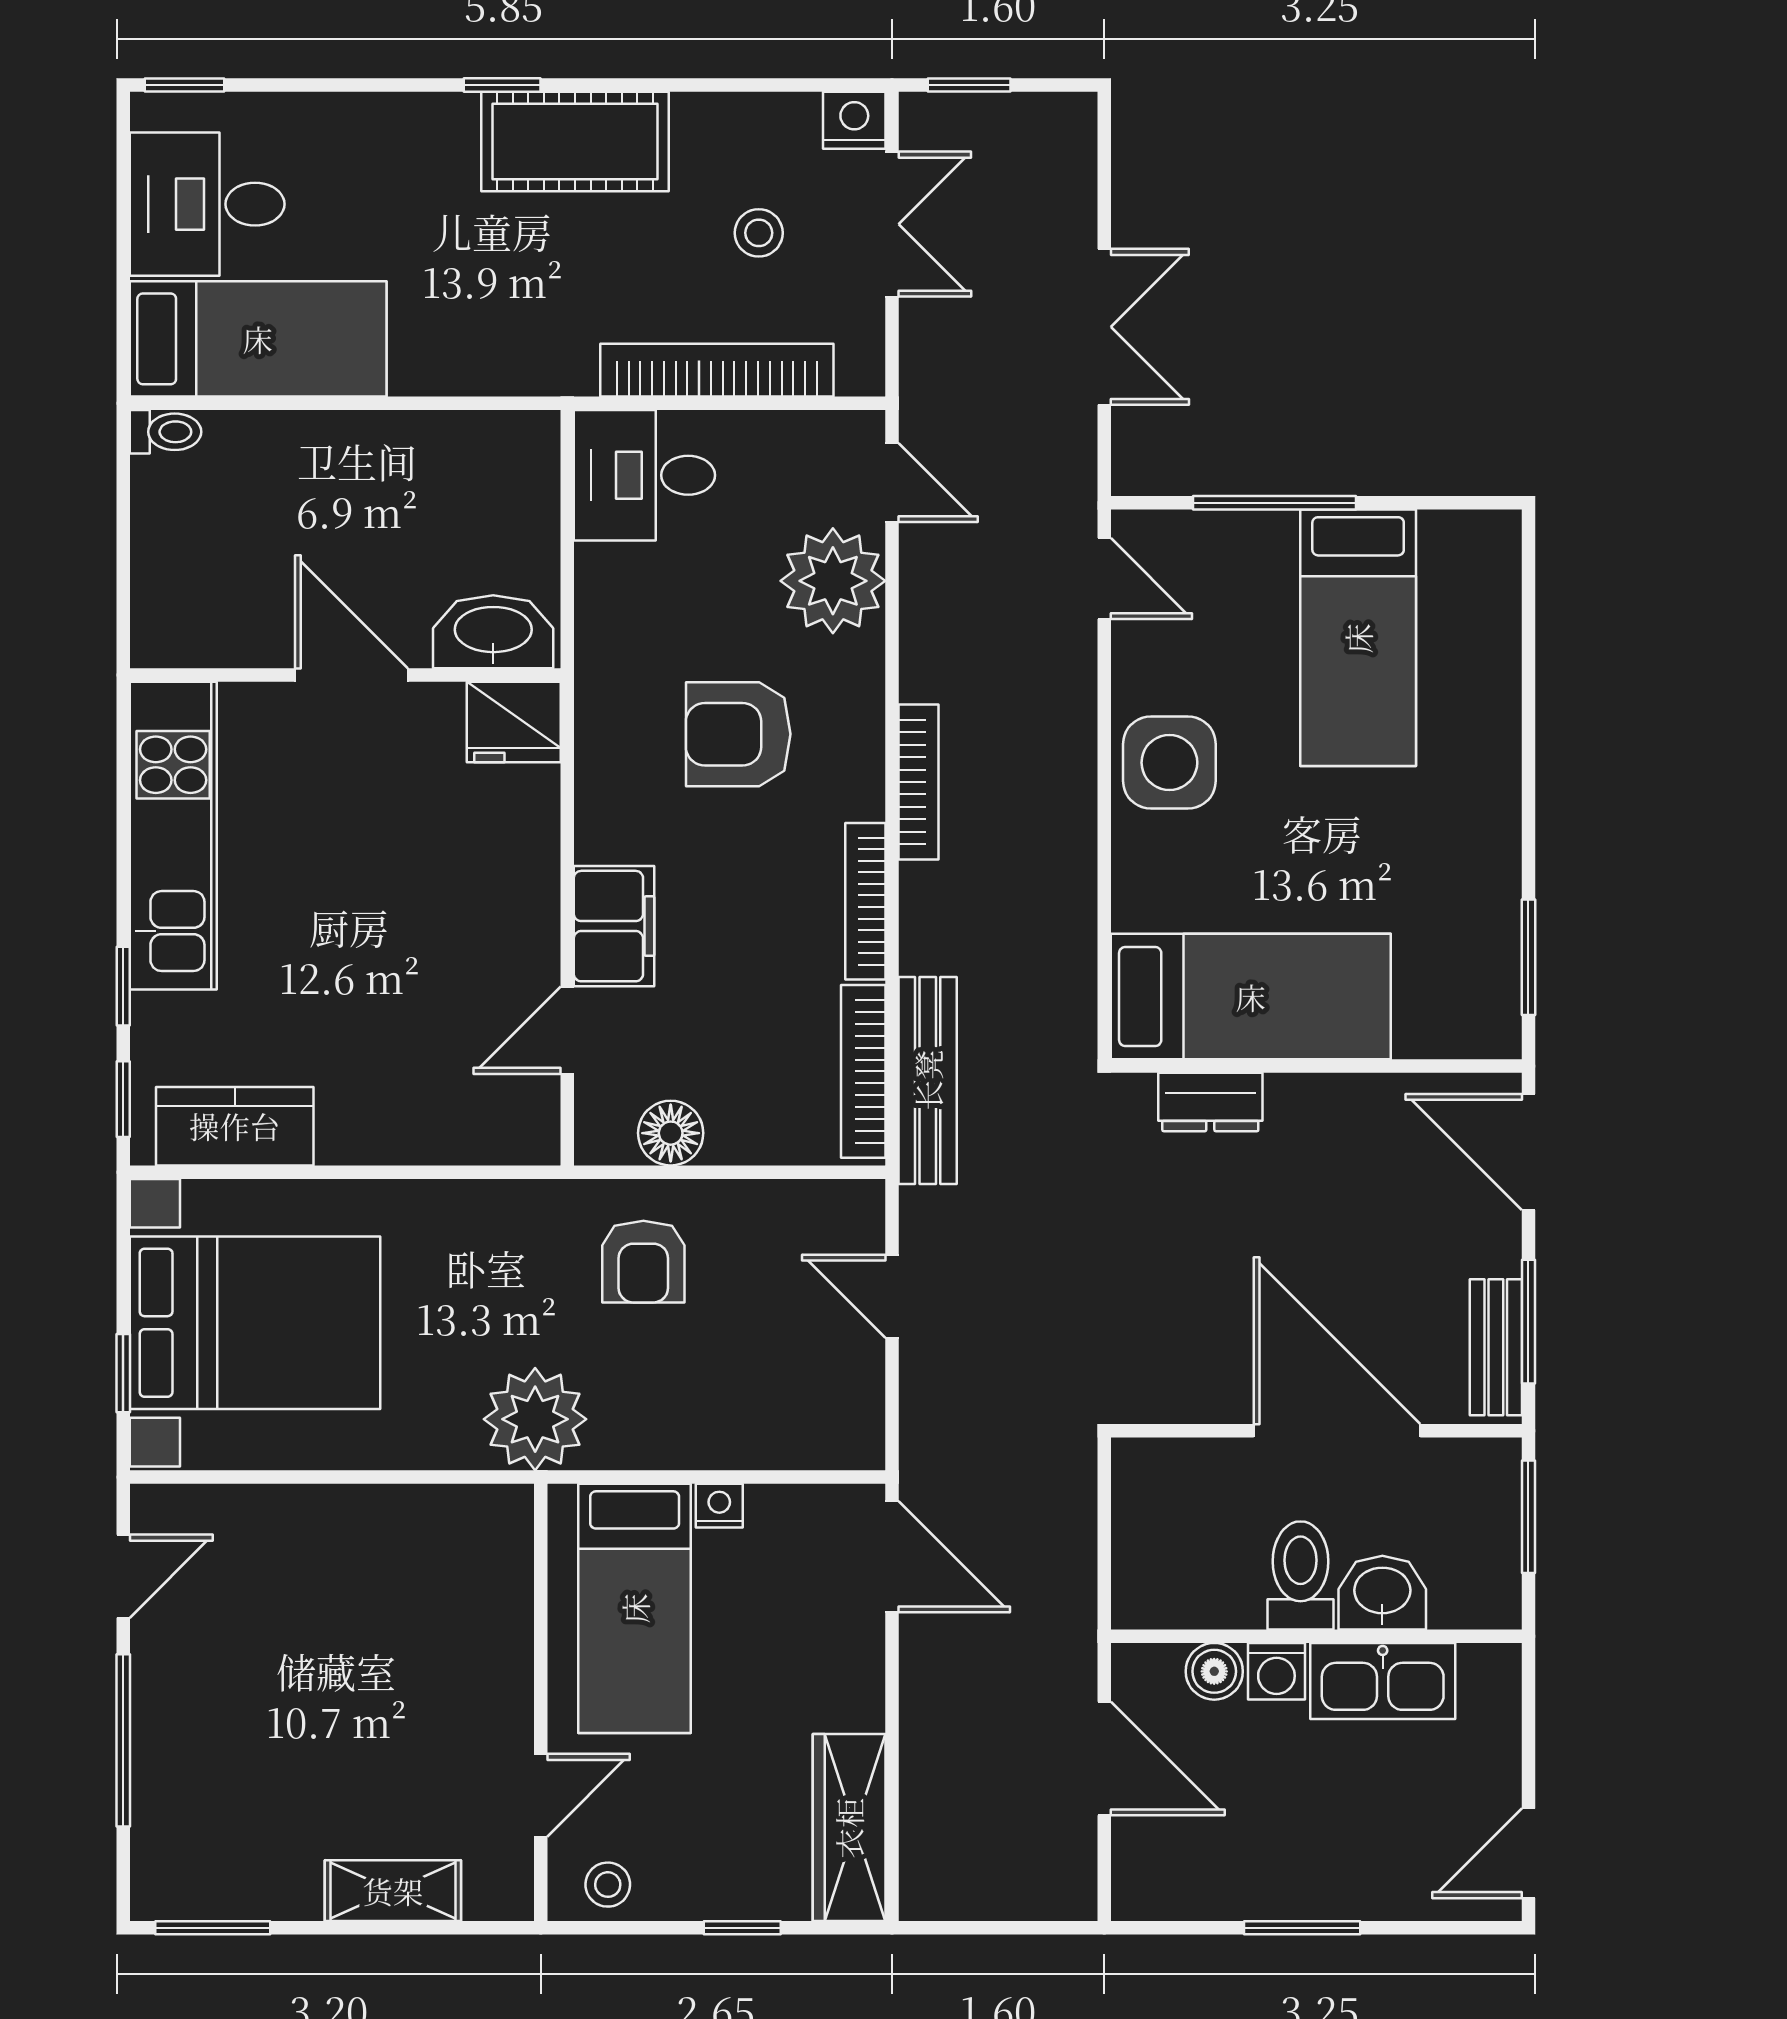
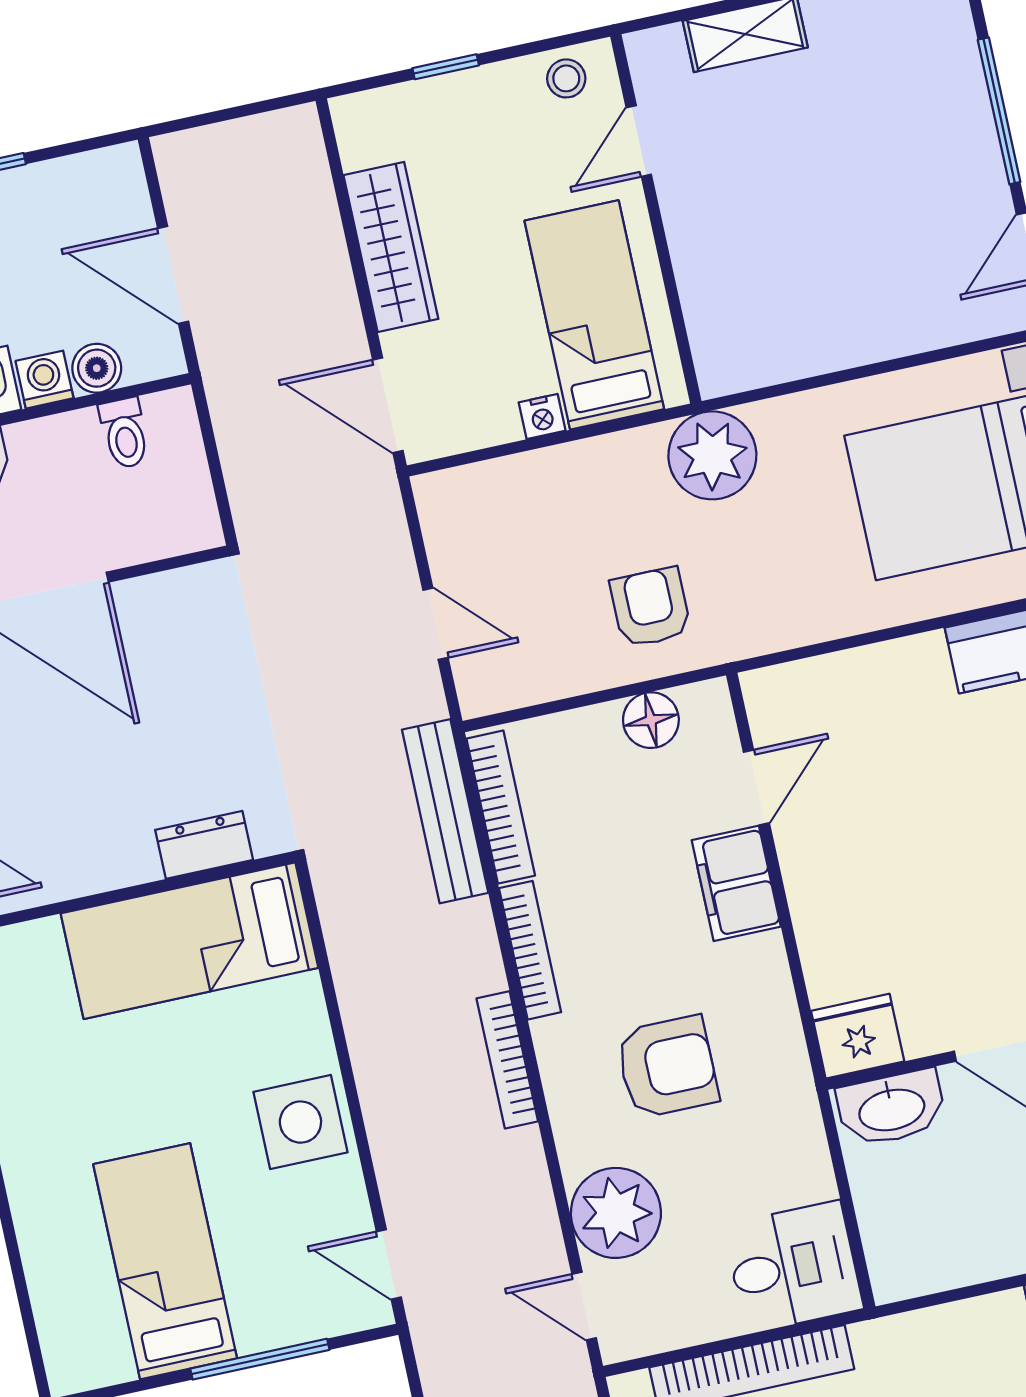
toilet: (1300, 1575) -> (124, 433), moved, width x0.73, depth x0.72
wardrobe: (849, 1828) -> (391, 247), moved

